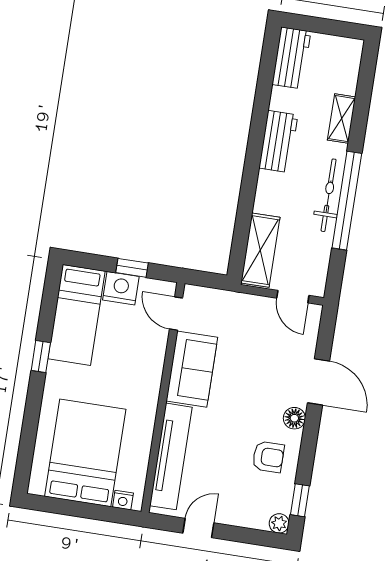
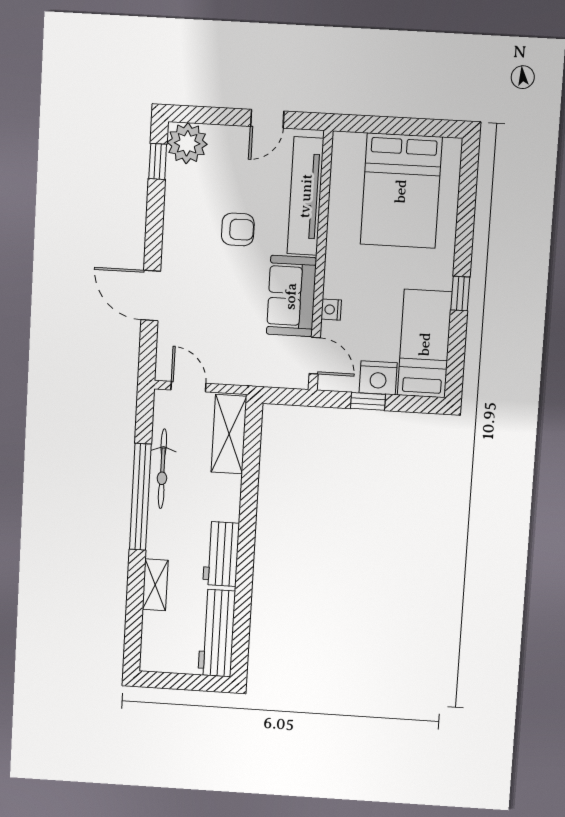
workbench: (291, 58) -> (217, 633), width x1.37
bicycle: (329, 195) -> (162, 469), moved
floor lamp: (294, 418) -> (173, 253), removed
armchair: (268, 457) -> (238, 229), moved, turned 180
nightstand: (123, 500) -> (331, 310), moved, turned -90
plant: (279, 523) -> (187, 143), width x1.87, depth x1.87

